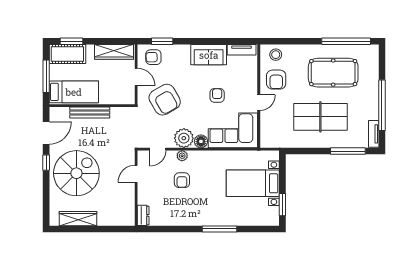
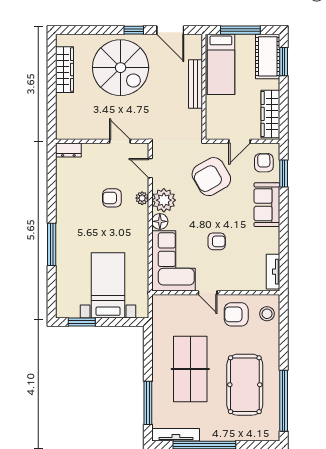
sofa: (209, 55) -> (267, 205), moved
tv unit: (374, 134) -> (176, 435), width x1.41

